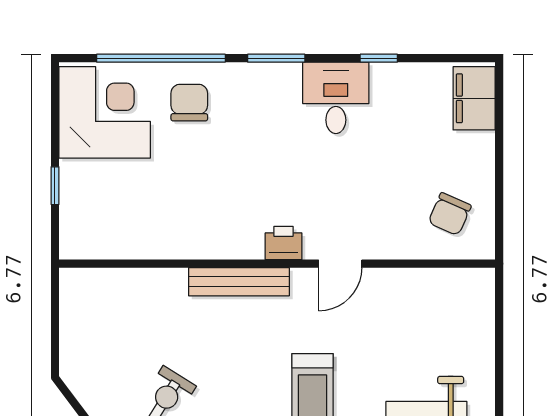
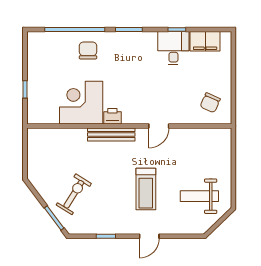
desk: (336, 98) -> (173, 48), moved
filing cabinet: (474, 98) -> (205, 41), moved, turned -90
corner desk: (105, 112) -> (81, 103), moved, turned -90
printer: (284, 243) -> (112, 116), moved

